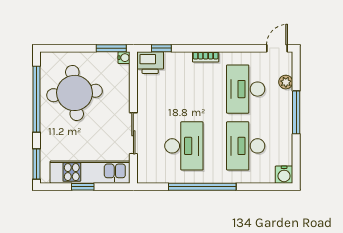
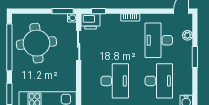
window: (296, 112) -> (195, 57), width x0.69
sliding door: (133, 133) -> (79, 45), moved
desk: (246, 146) -> (159, 81), turned 180

